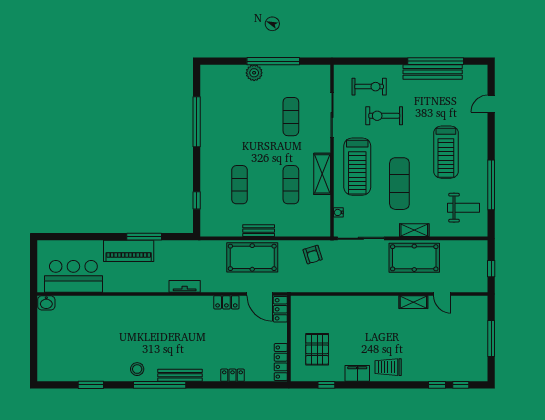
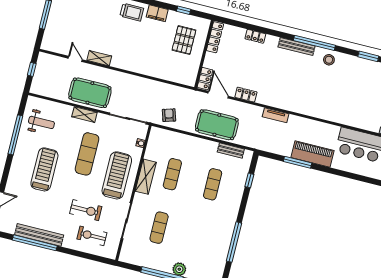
weight bench: (464, 208) -> (41, 122), turned 180
bench: (259, 231) -> (231, 151), moved

